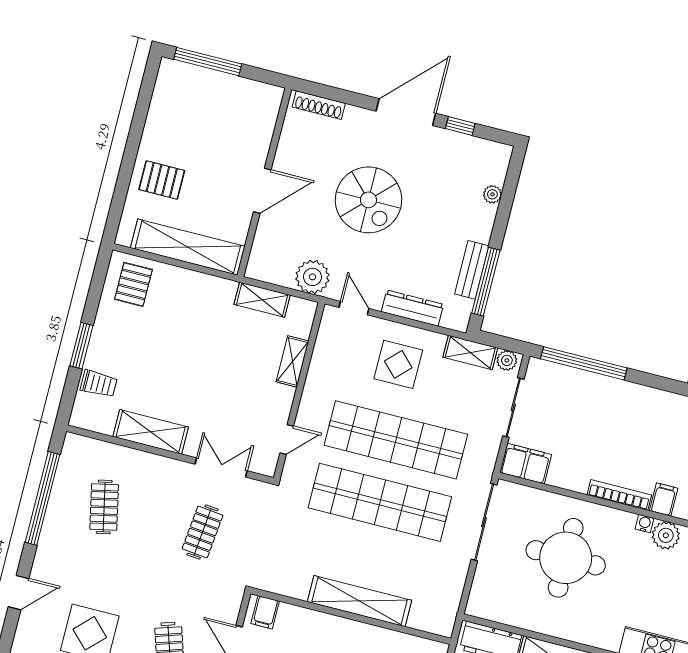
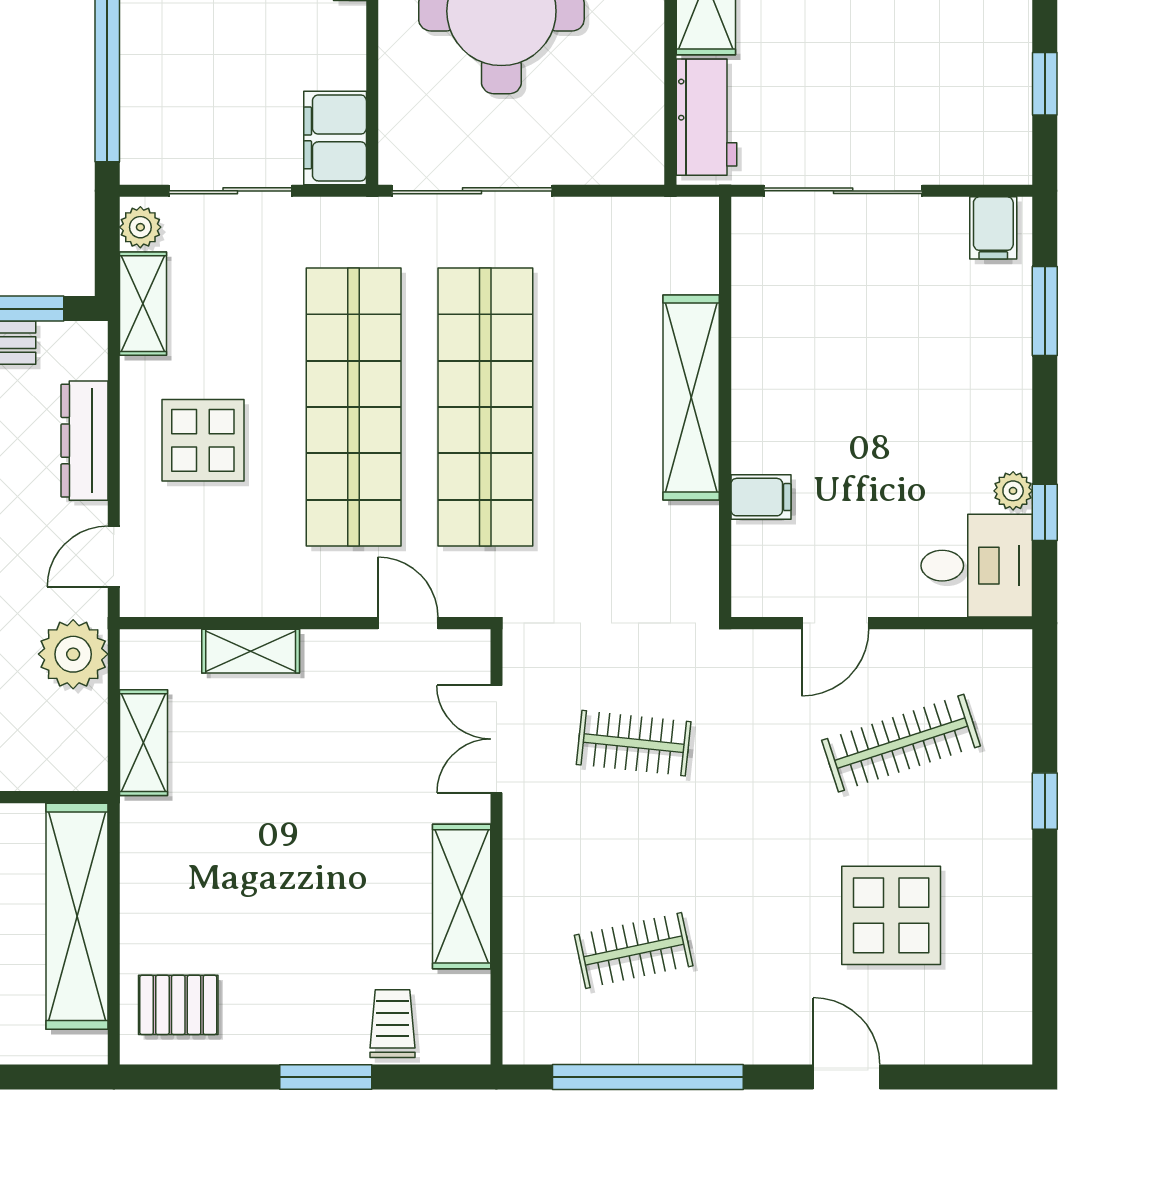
filing cabinet: (265, 612) -> (761, 497), moved

